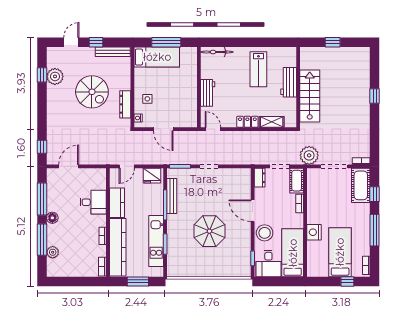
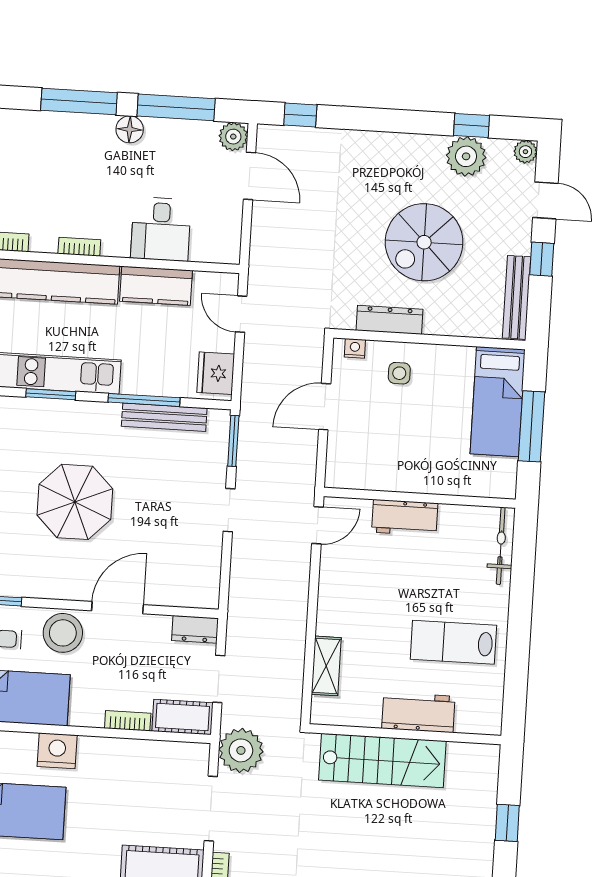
plant: (52, 52) -> (525, 152), added
locker: (247, 122) -> (330, 608), removed
plant: (53, 252) -> (233, 137), moved

